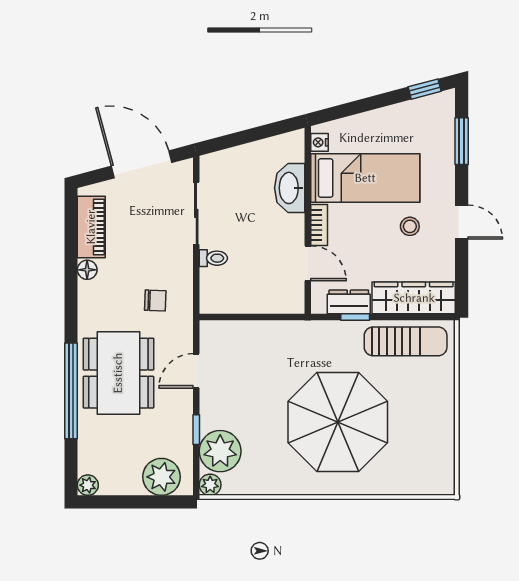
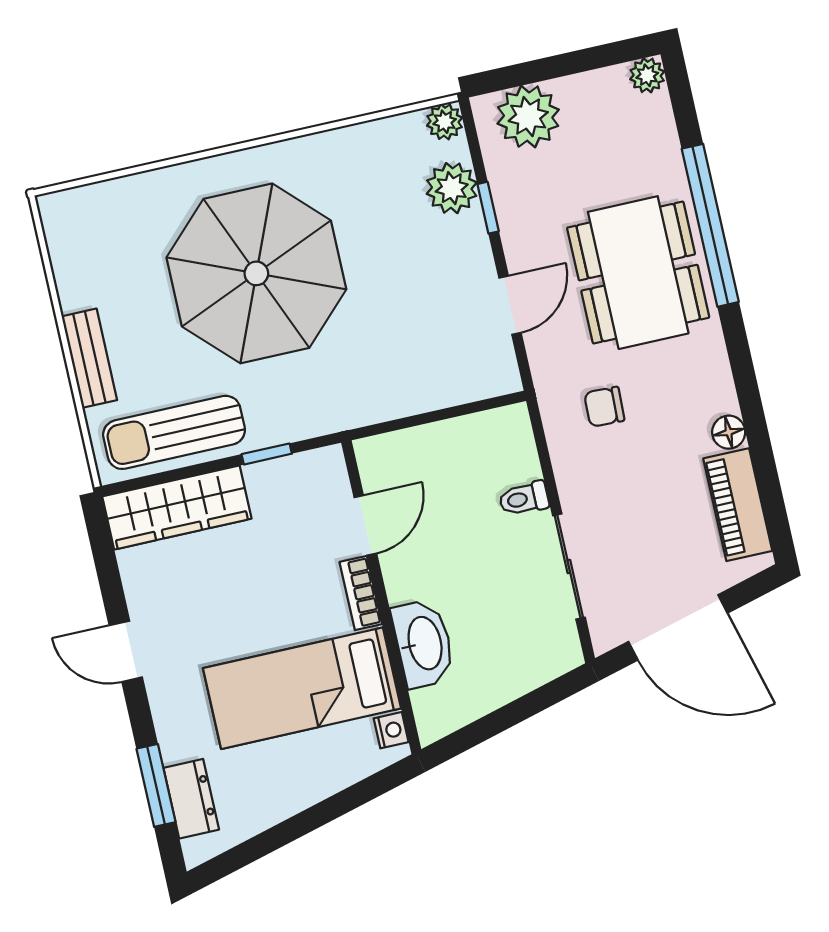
window: (425, 89) -> (237, 858), removed
stool: (410, 226) -> (210, 625), removed
door: (308, 263) -> (365, 525), swing flipped
dresser: (349, 302) -> (191, 799), moved, turned -90
bench: (445, 395) -> (89, 358), added
plant: (220, 451) -> (452, 188), width x0.73, depth x0.73

